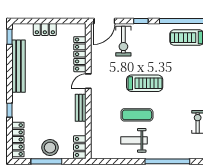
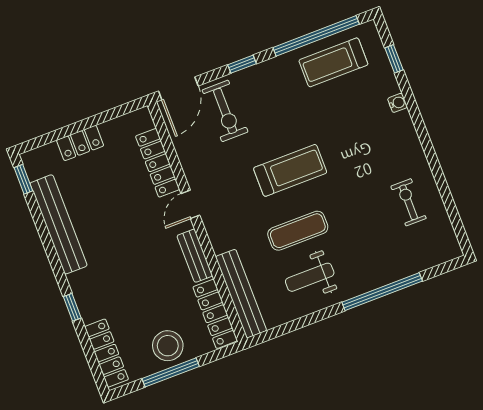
bench: (97, 136) -> (241, 294), added
locker: (80, 147) -> (215, 314), width x1.53

